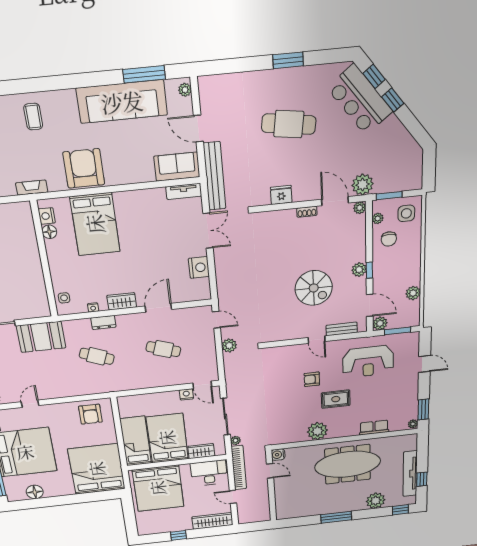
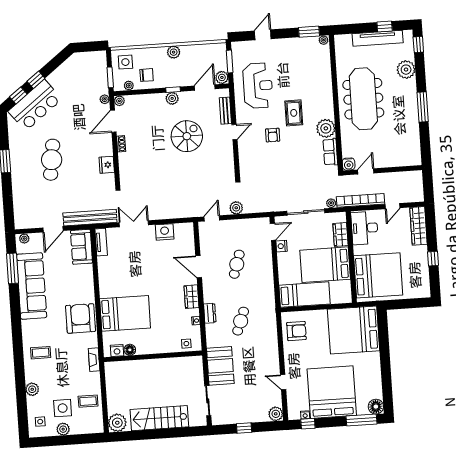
armchair: (84, 168) -> (81, 318), turned 90
plant: (363, 185) -> (105, 99), width x0.53, depth x0.53
plant: (413, 293) -> (174, 52), moved
row of seats: (374, 428) -> (330, 152), moved
bed: (136, 441) -> (305, 295), moved, turned 180
floor lamp: (35, 492) -> (376, 407), moved

